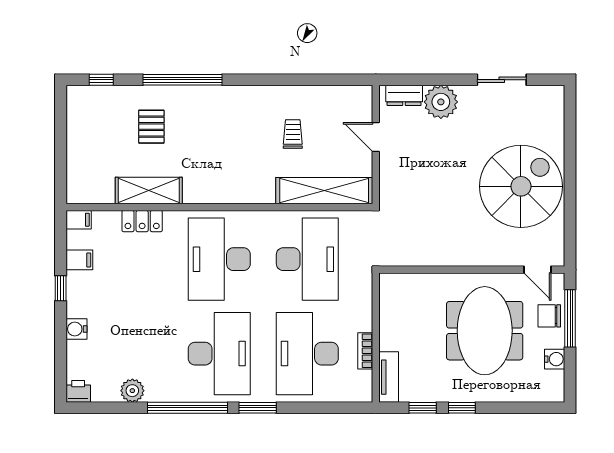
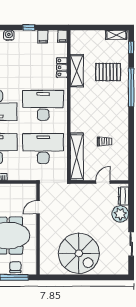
shelving: (76, 110) -> (116, 35), added
pallet: (151, 127) -> (108, 72), width x1.50, depth x1.42
desk: (307, 259) -> (43, 149), turned 180
door: (537, 270) -> (38, 207), moved

